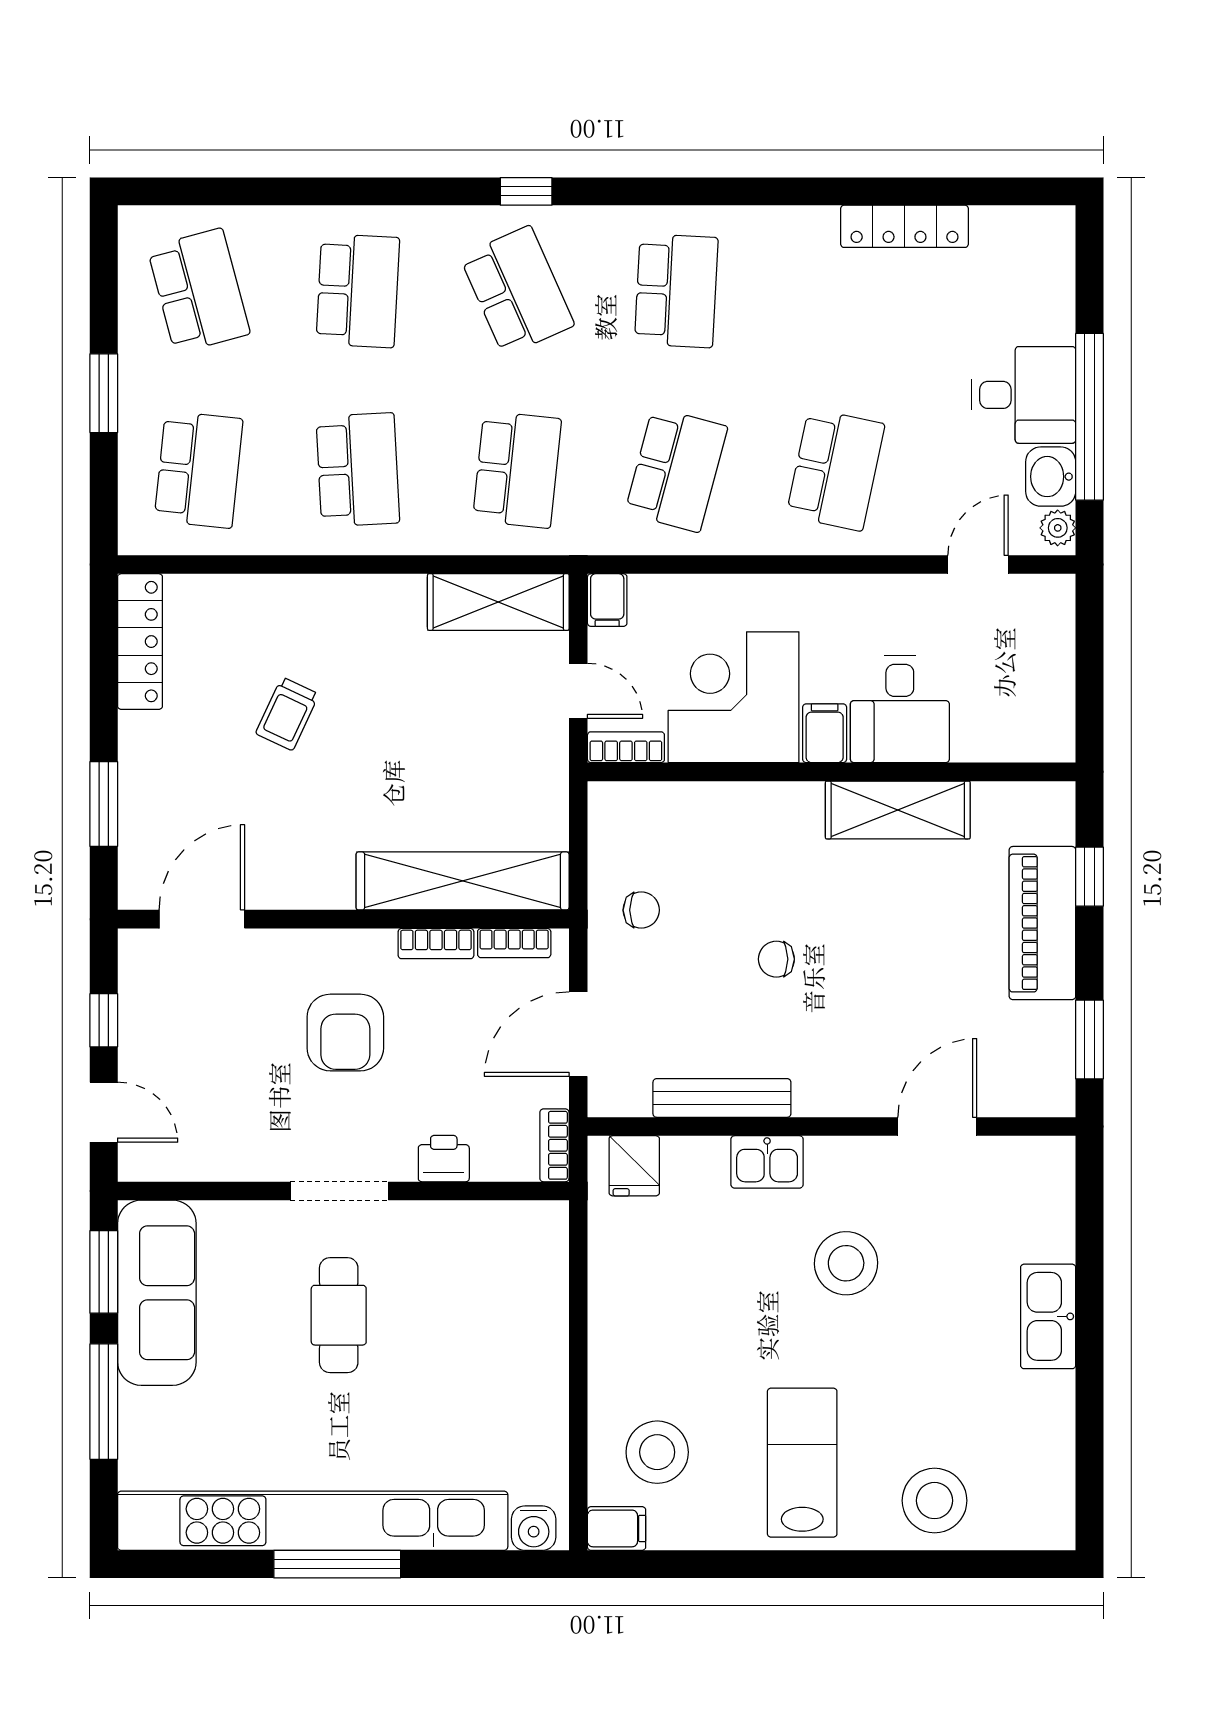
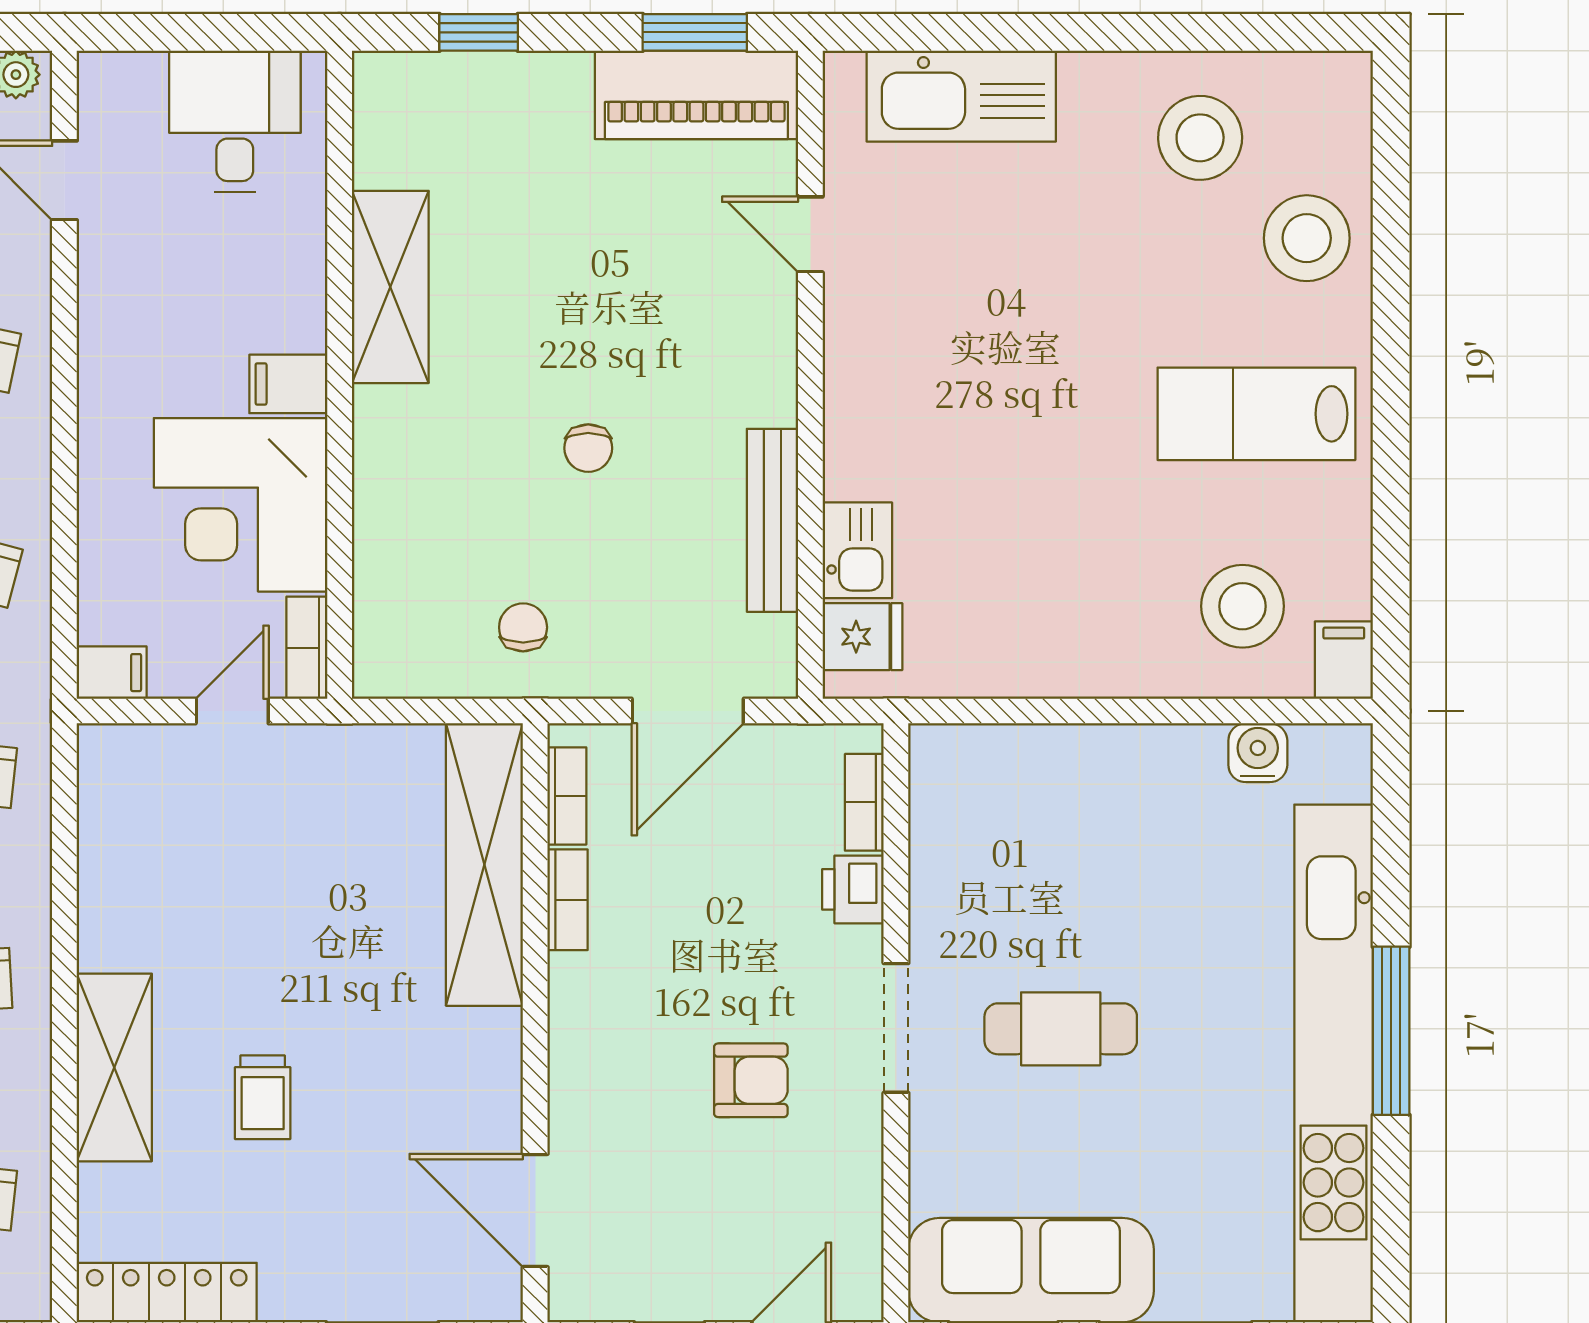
shelving: (498, 602) -> (114, 1067), moved
desk: (900, 709) -> (235, 122), moved, turned -90
trolley: (287, 714) -> (263, 1097), turned 65
piano: (1042, 923) -> (696, 95), moved
armchair: (345, 1033) -> (751, 1080), moved, width x0.72, depth x0.72
door: (578, 1034) -> (688, 711), hinge flipped
door: (937, 1127) -> (810, 234), width x0.73
bookcase: (554, 1145) -> (864, 802), moved, turned 90
kitchen sink: (767, 1162) -> (857, 550), moved
stool: (846, 1263) -> (1200, 138), moved
kitchen sink: (1048, 1316) -> (961, 96), moved, width x1.36, depth x1.24
water cooler: (534, 1528) -> (1258, 753), moved, turned -90

